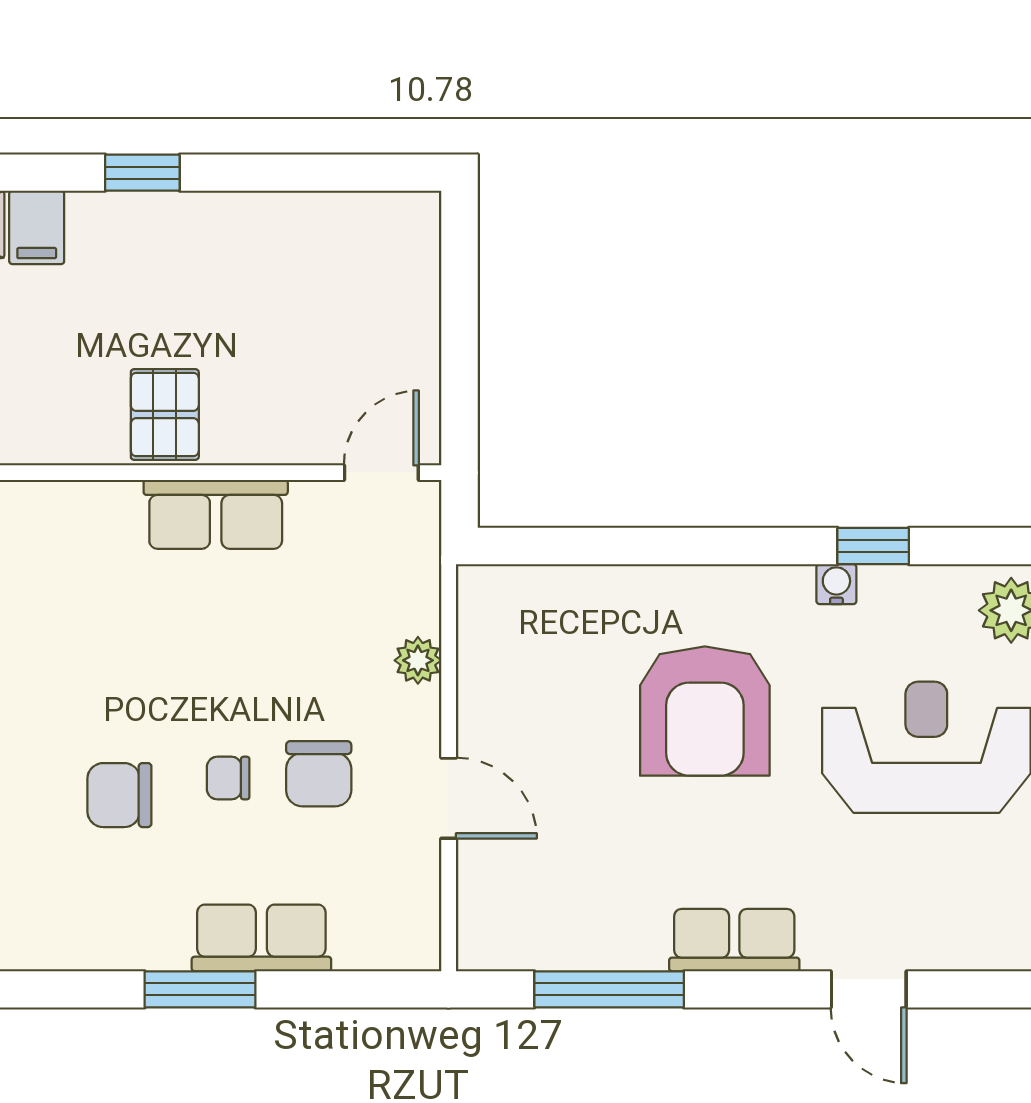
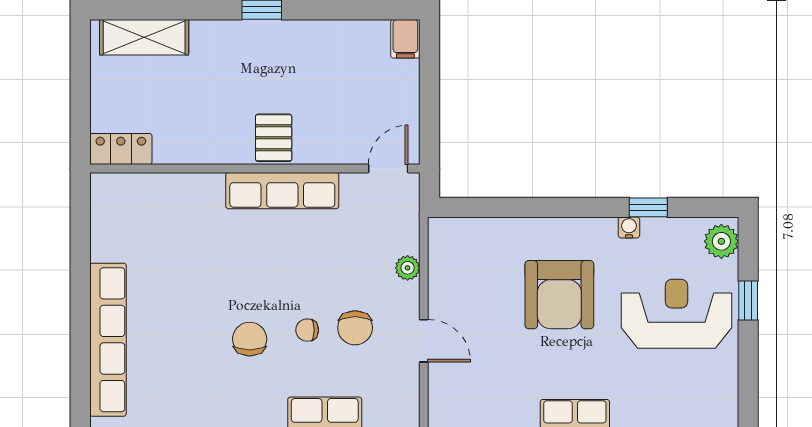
filing cabinet: (37, 227) -> (405, 39), moved
row of seats: (216, 514) -> (282, 191), width x1.48
chair: (119, 795) -> (250, 339), turned 90

